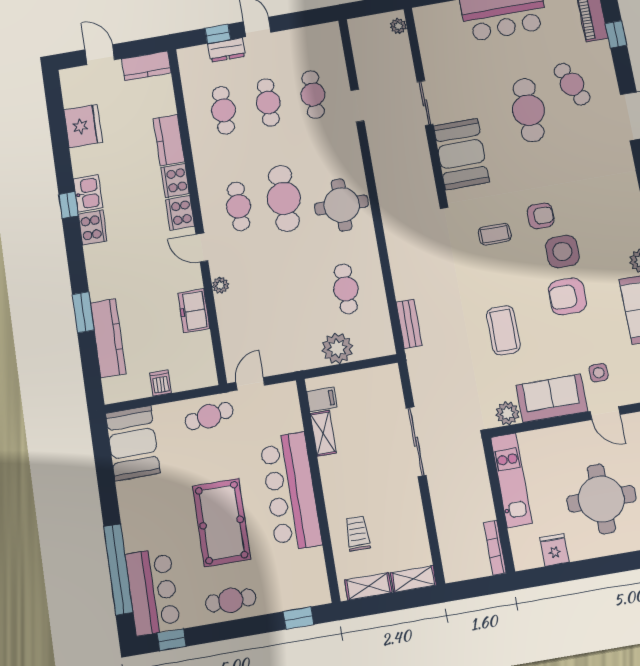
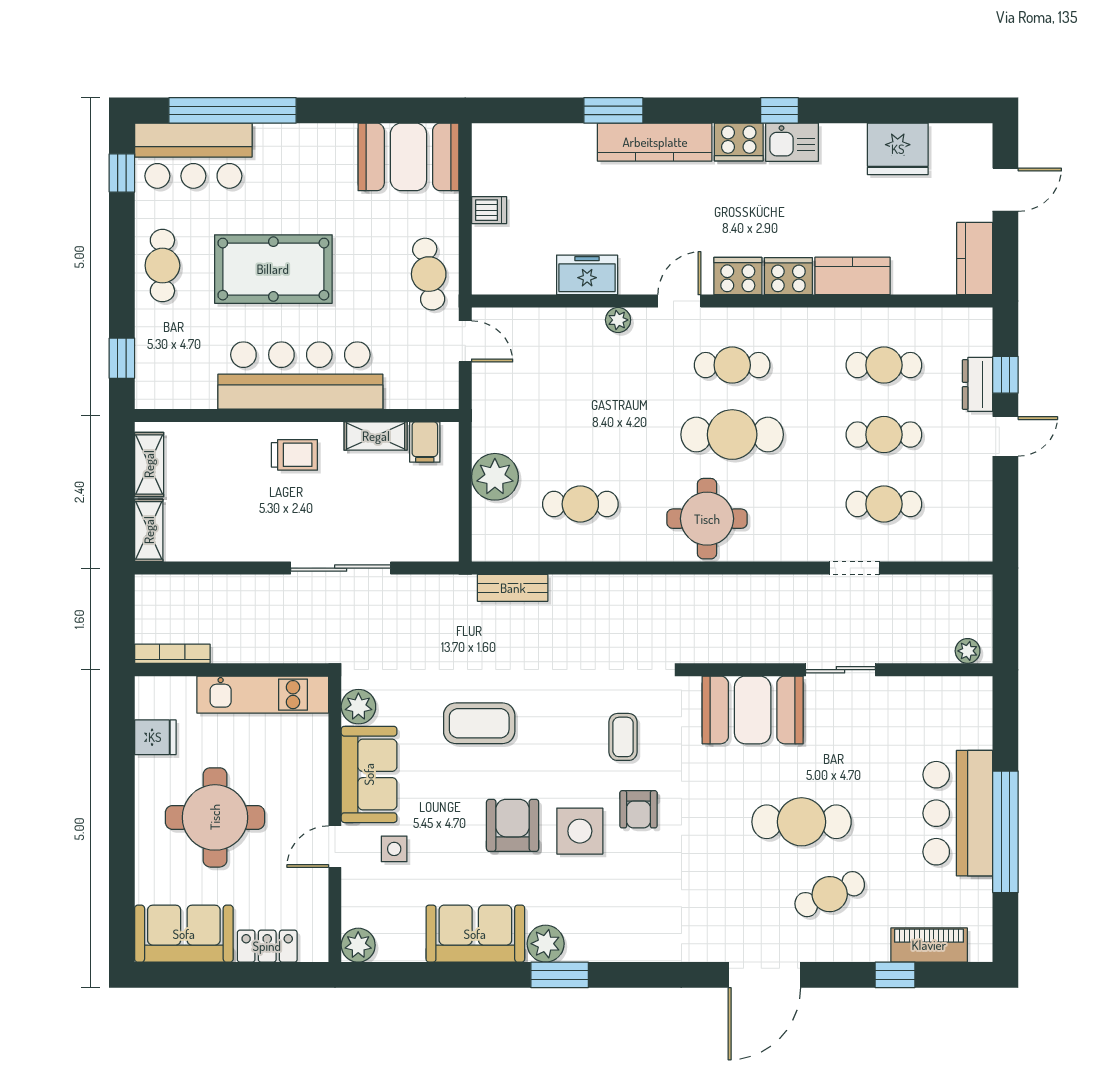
kitchen counter: (108, 338) -> (655, 142), moved
trolley: (357, 534) -> (294, 455), moved

